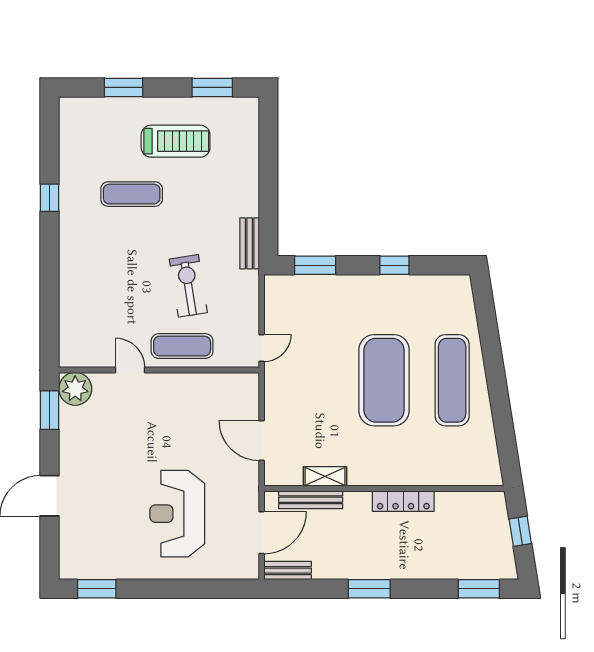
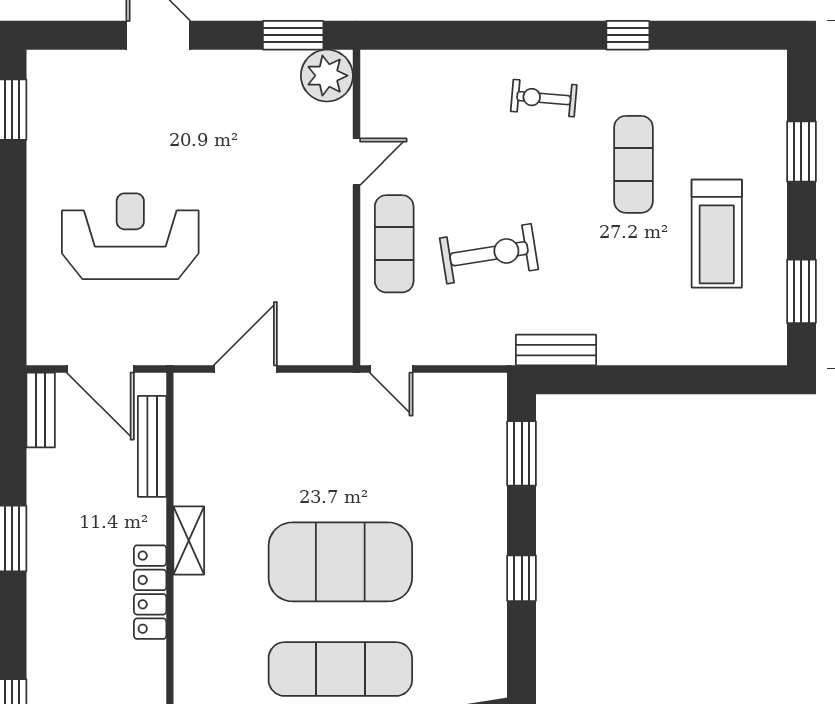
exercise bike: (90, 251) -> (544, 98), added
shelving: (325, 476) -> (189, 541), moved

